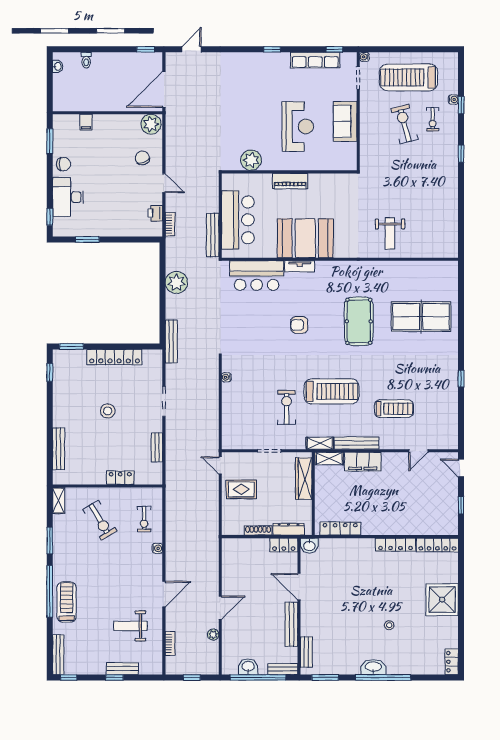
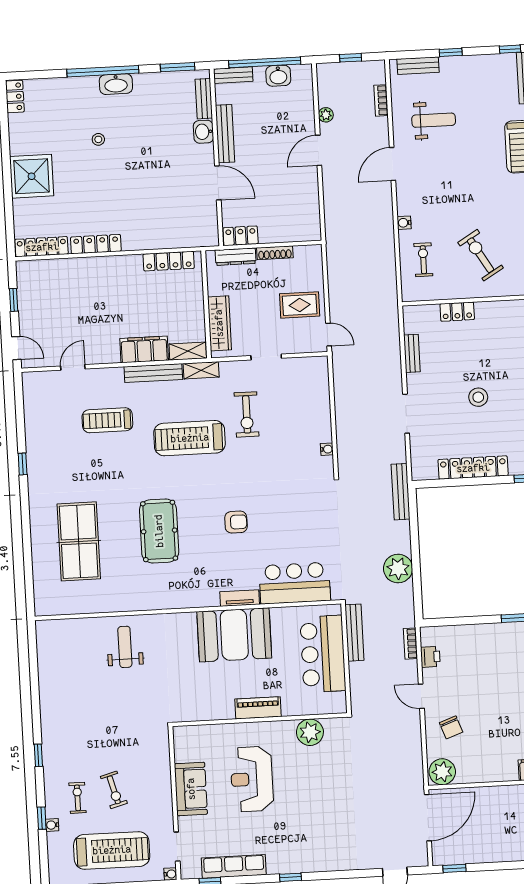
exercise bike: (404, 124) -> (114, 790), width x0.73, depth x0.72
table tennis table: (421, 317) -> (79, 541), turned 90
washbasin: (309, 546) -> (203, 132), moved, turned -90
bench: (122, 669) -> (418, 66), moved

